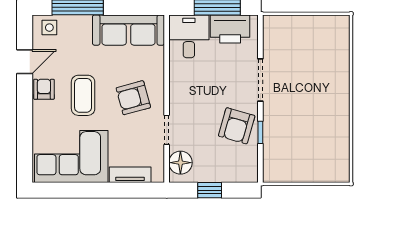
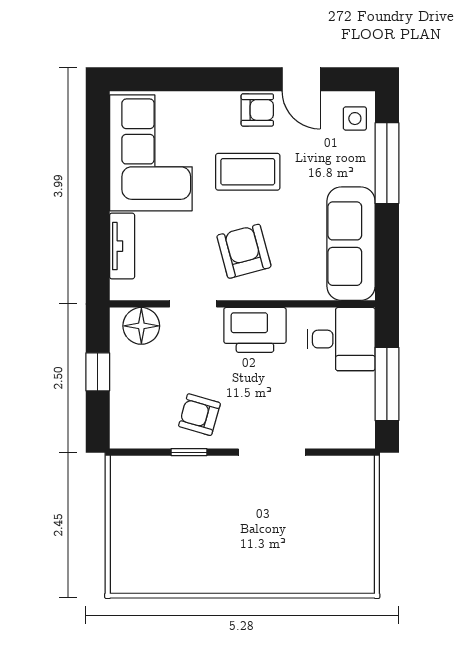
printer: (230, 29) -> (255, 330), moved, turned -90
armchair: (237, 126) -> (199, 415), width x0.72, depth x0.72

